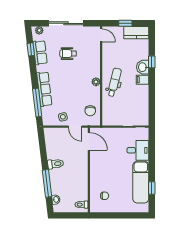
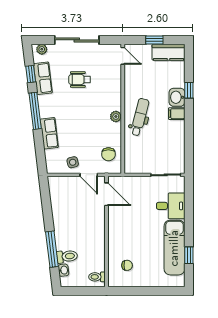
row of seats: (44, 89) -> (49, 133), width x0.68
window: (37, 103) -> (35, 111), moved
toilet: (56, 164) -> (67, 256), moved

